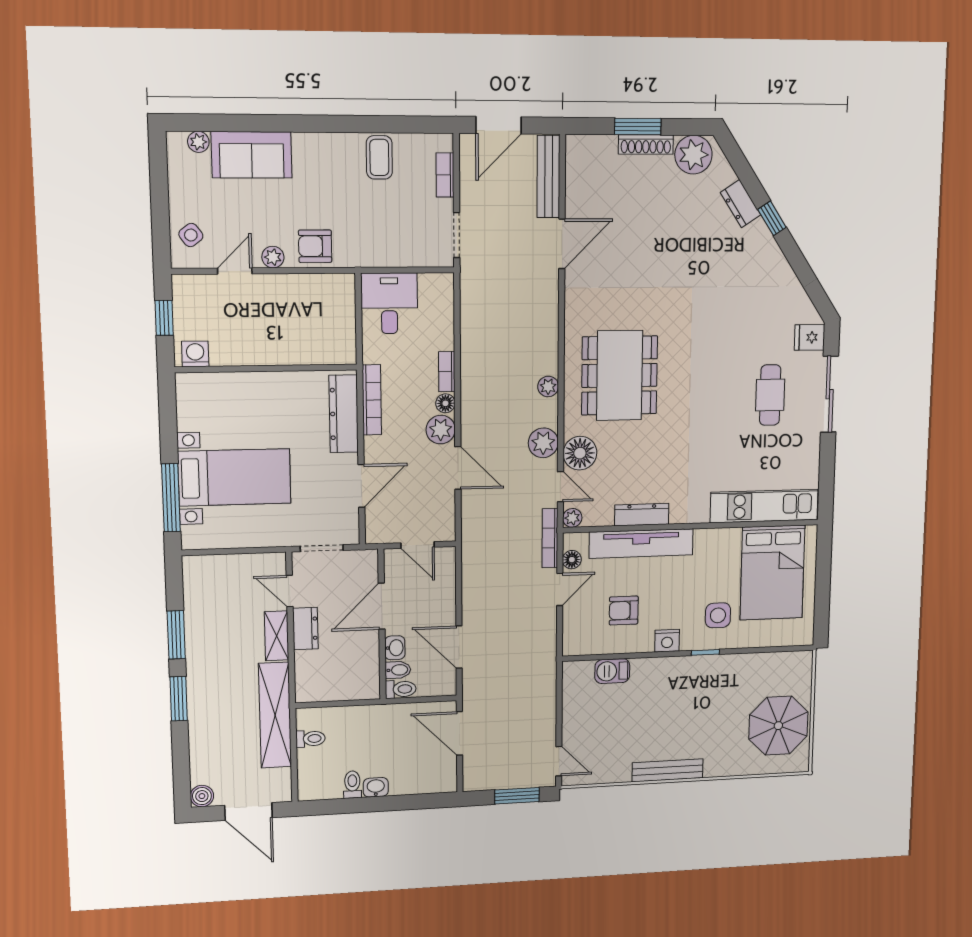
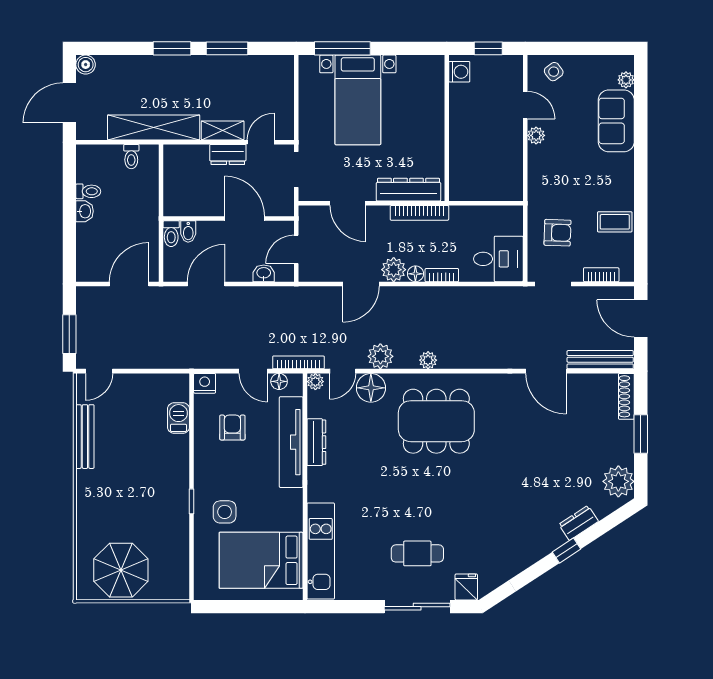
shoe rack: (646, 144) -> (626, 396), moved
armchair: (315, 246) -> (557, 233), moved, turned 92
desk: (389, 303) -> (498, 259), moved
nightstand: (667, 641) -> (205, 383), moved, turned 90
washbasin: (395, 648) -> (264, 273), moved, turned 180
bench: (668, 770) -> (85, 437), moved

